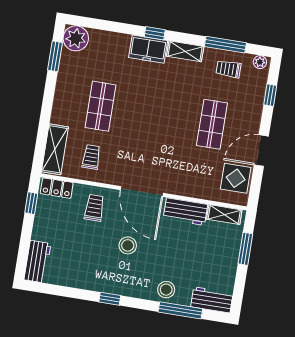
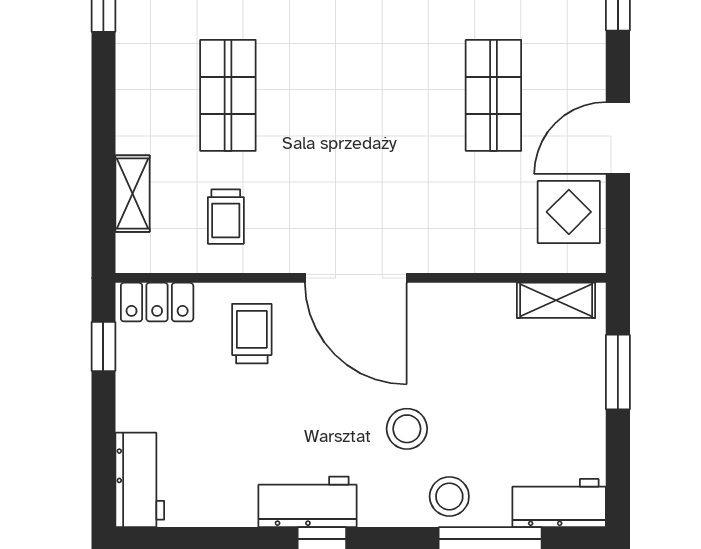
shelving: (55, 149) -> (133, 194), width x0.67, depth x0.75
trolley: (91, 157) -> (226, 217), turned 180
workbench: (185, 212) -> (307, 502), moved, turned 180
stool: (128, 245) -> (407, 429), moved

